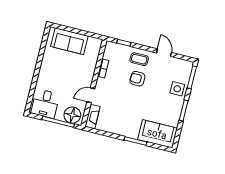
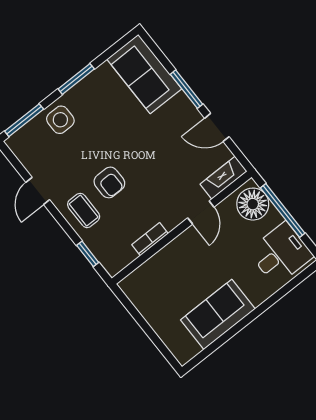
sofa: (69, 41) -> (218, 314), moved, turned -90
door: (91, 95) -> (201, 212), hinge flipped
door: (111, 135) -> (217, 127), added

